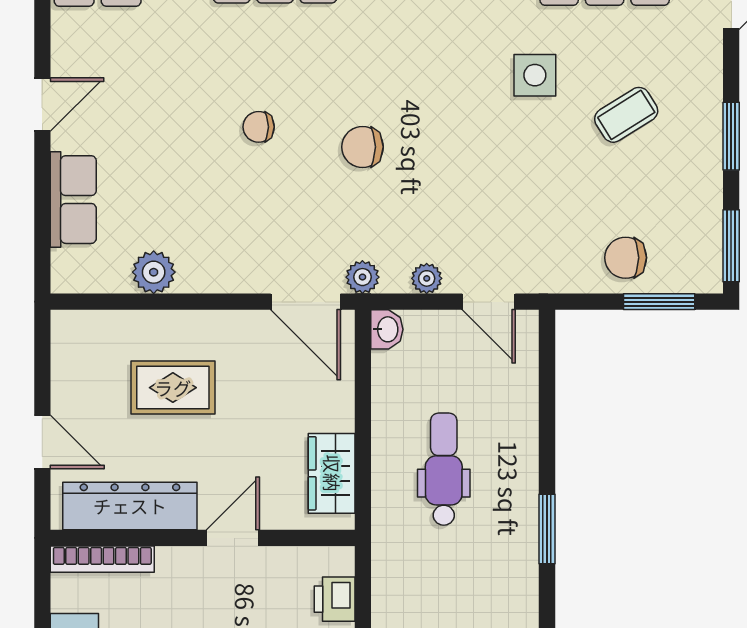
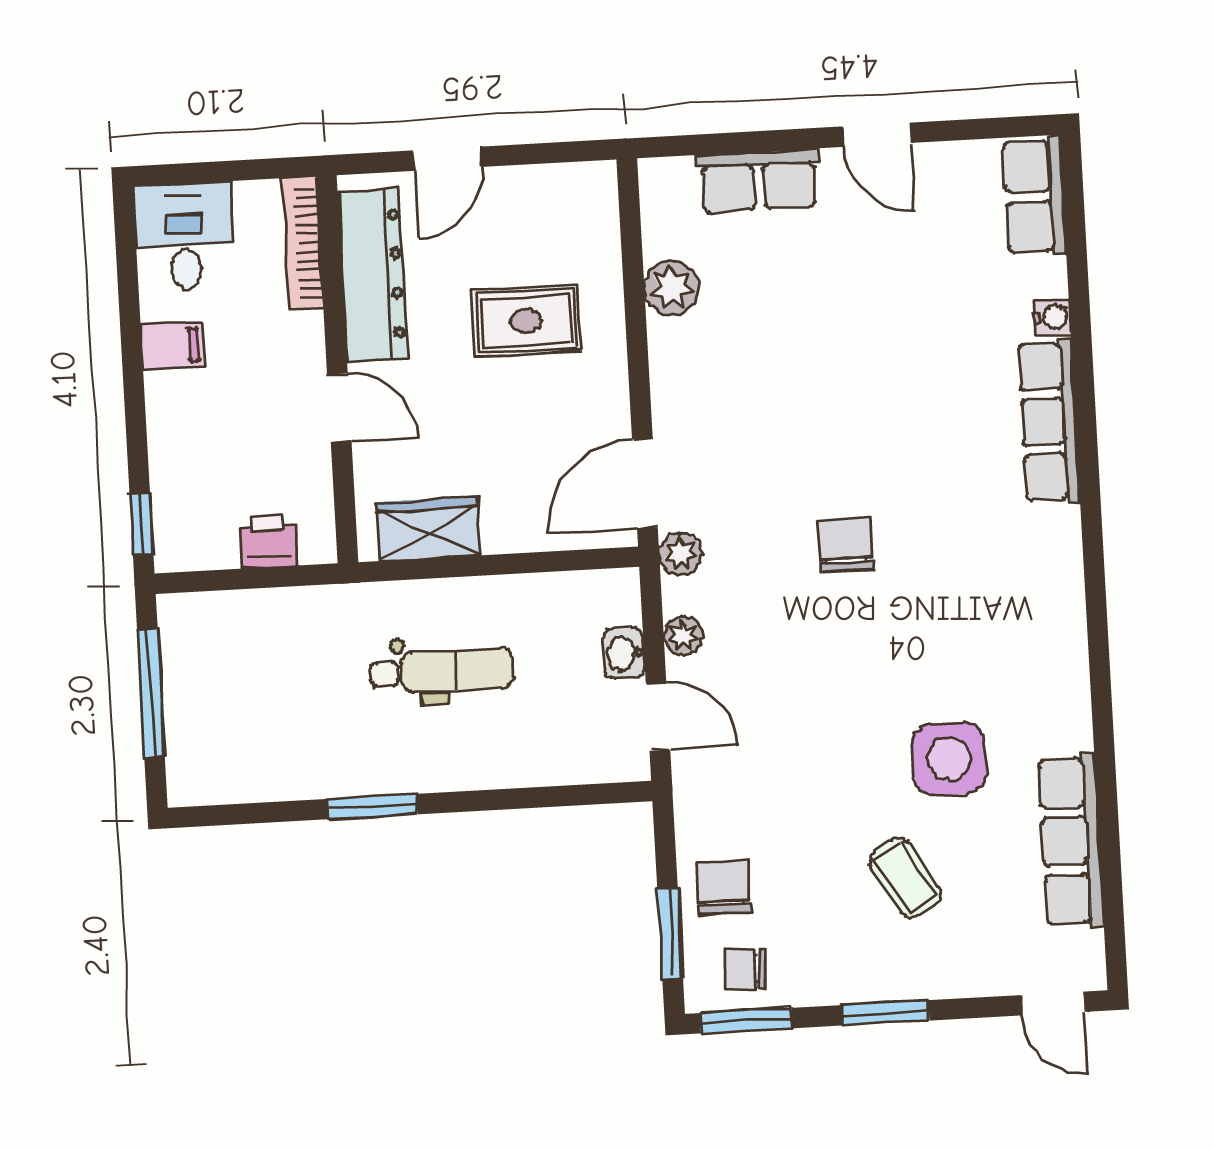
side table: (535, 75) -> (949, 759), width x1.37, depth x1.37
chair: (259, 127) -> (745, 969), moved, turned -87
door: (489, 302) -> (658, 716), swing flipped
washbasin: (387, 329) -> (624, 653), moved, turned 90
rug: (173, 388) -> (526, 321), turned 90

